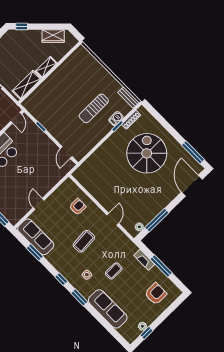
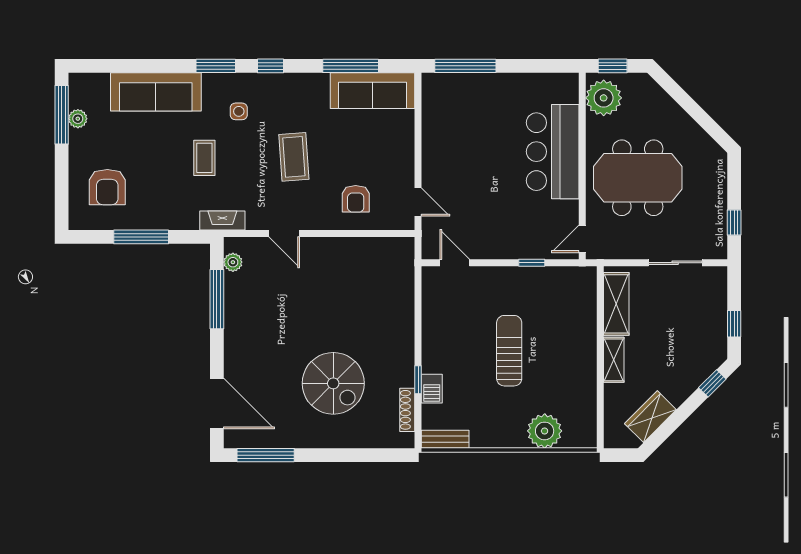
plant: (93, 67) -> (545, 431), added
sun lounger: (94, 108) -> (509, 351), moved
door: (16, 118) -> (582, 239), hinge flipped
spiral stairs: (147, 153) -> (333, 383), width x0.73, depth x0.73
door: (39, 204) -> (418, 202), moved
window: (35, 252) -> (351, 66), width x1.44
fireplace: (144, 260) -> (222, 221), moved
window: (146, 333) -> (62, 115), width x2.17

